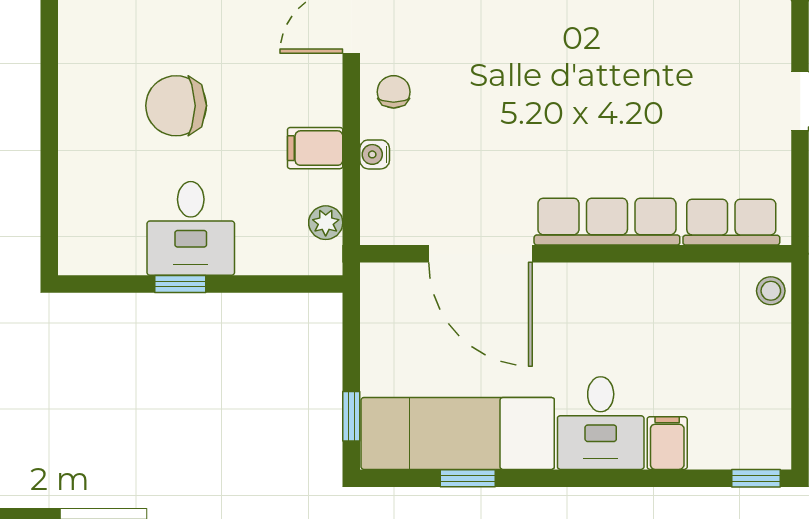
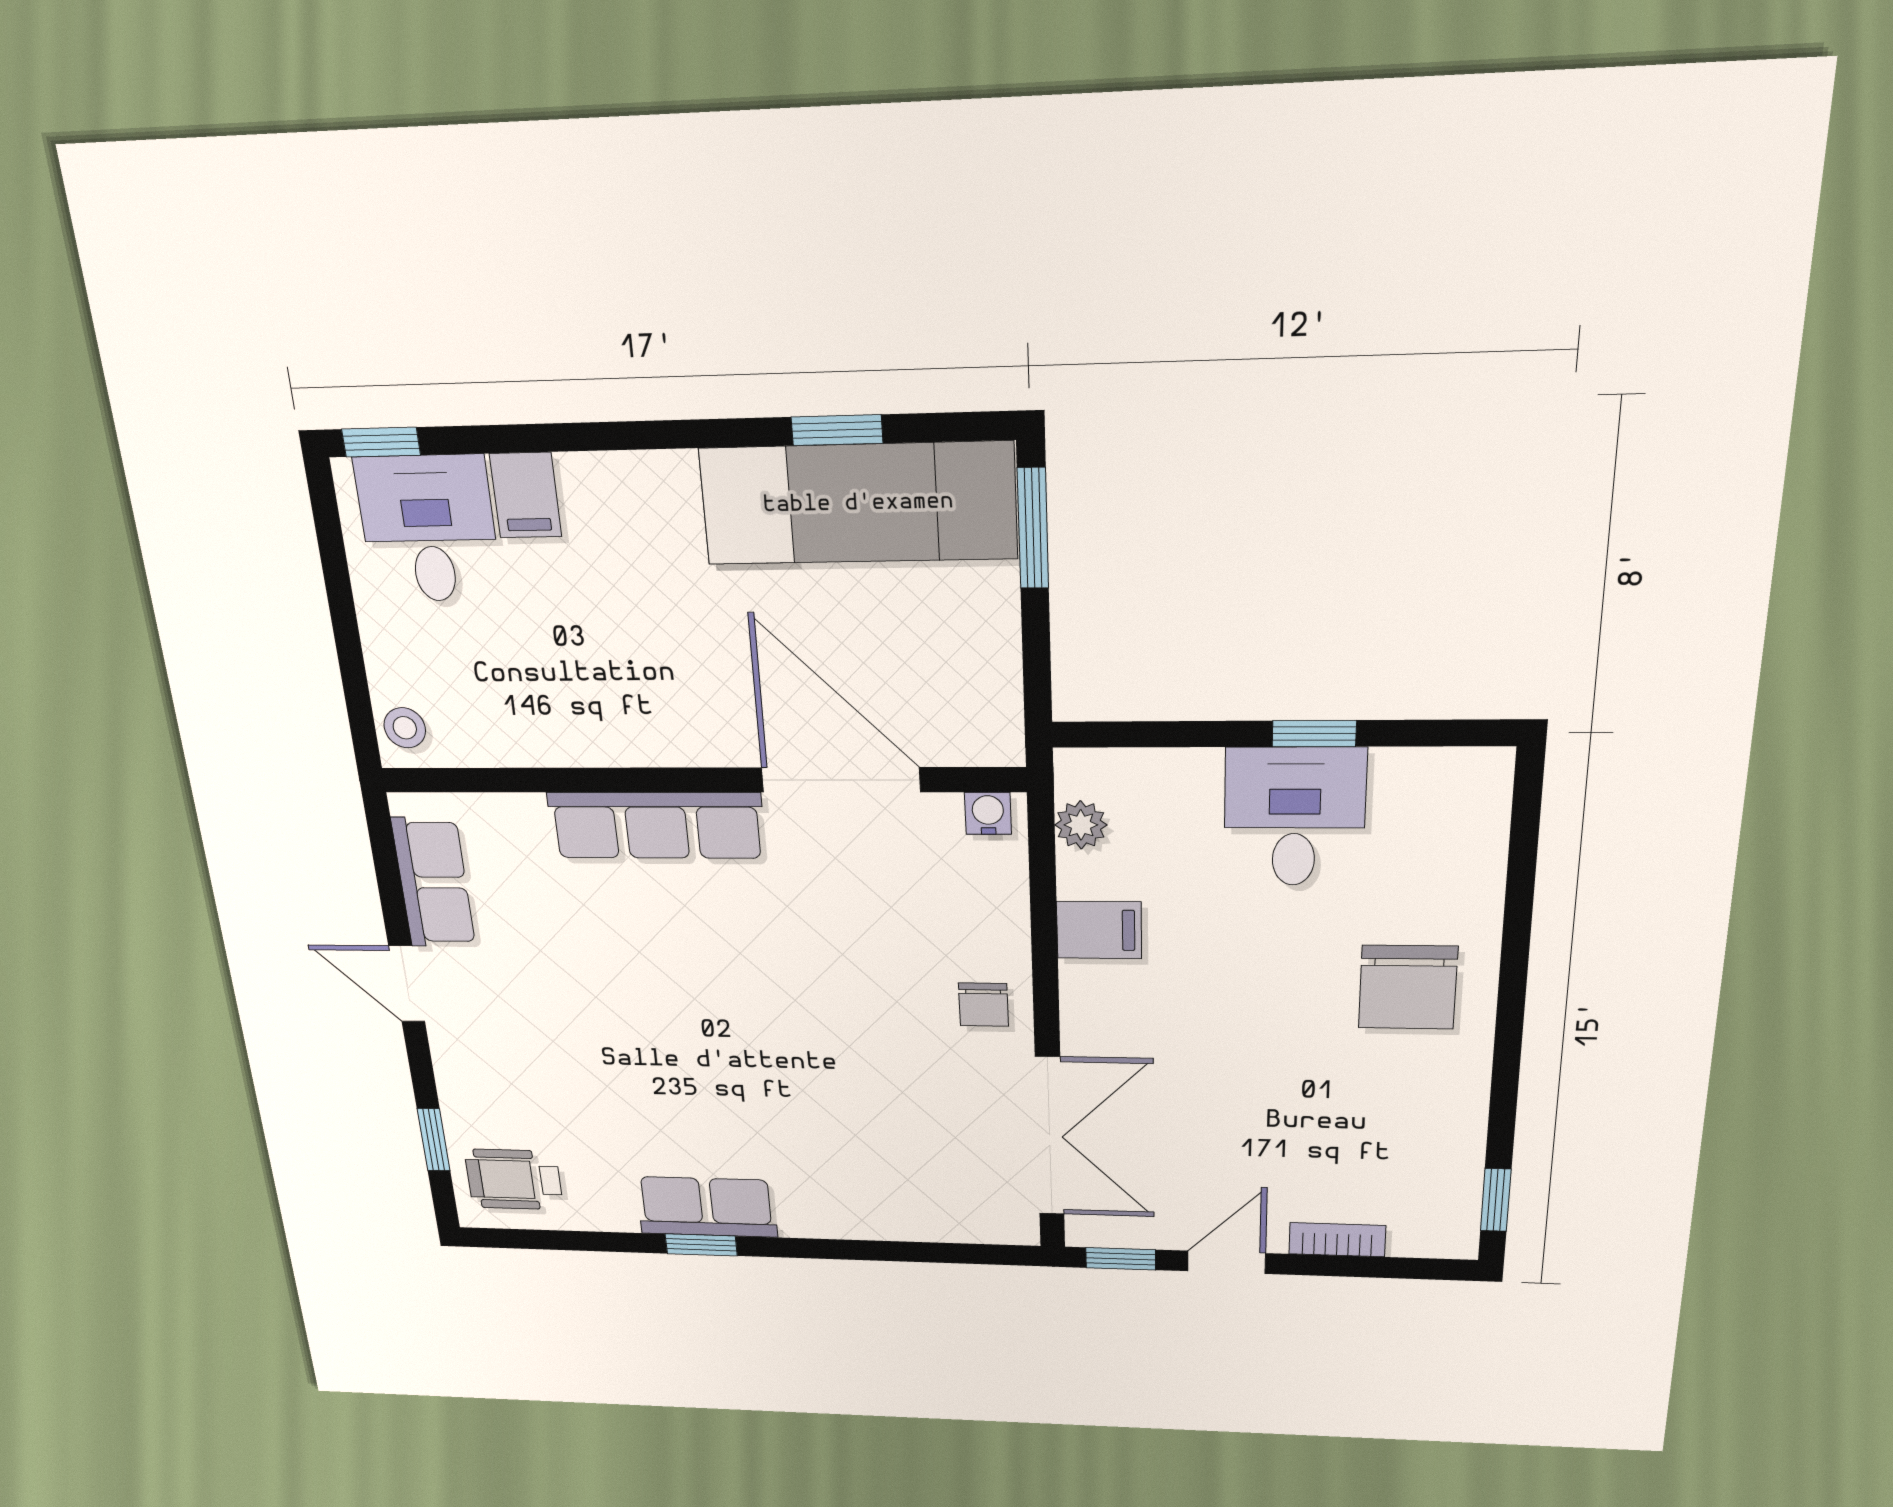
chair: (176, 106) -> (1408, 987), moved, turned 90
water cooler: (375, 154) -> (988, 813), moved, turned -90
row of seats: (731, 222) -> (433, 882), moved, turned -90
window: (351, 416) -> (1033, 528), width x1.50
desk: (601, 423) -> (429, 529), moved

